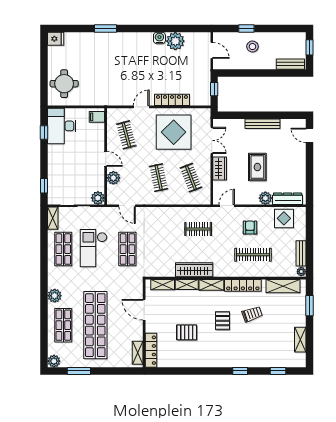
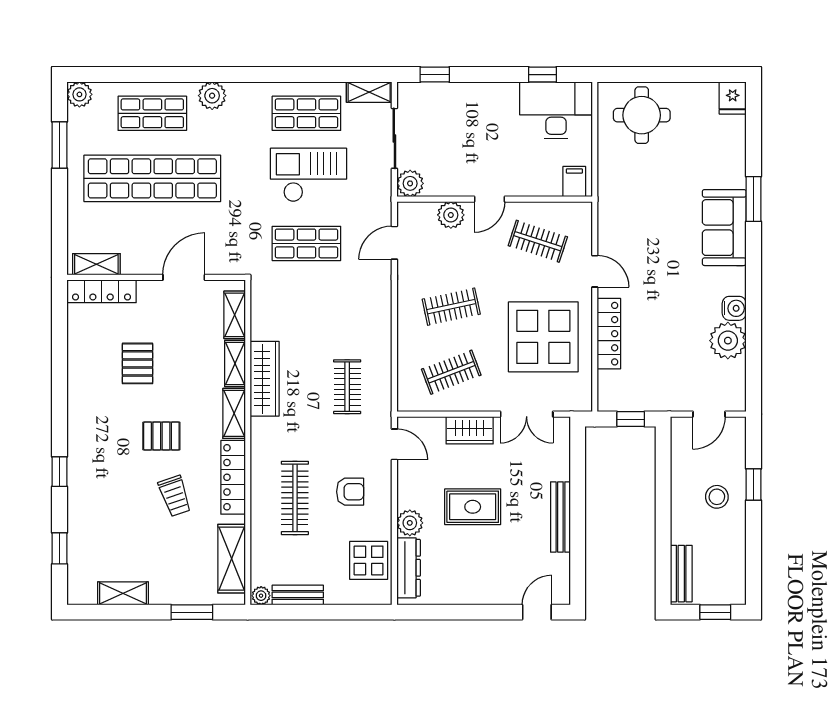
sofa: (120, 43) -> (724, 228), added
clothes rail: (126, 135) -> (538, 241), turned 33

